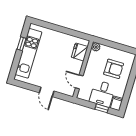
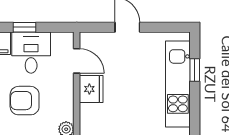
window: (21, 44) -> (195, 70), moved
fridge: (80, 52) -> (91, 89), moved

